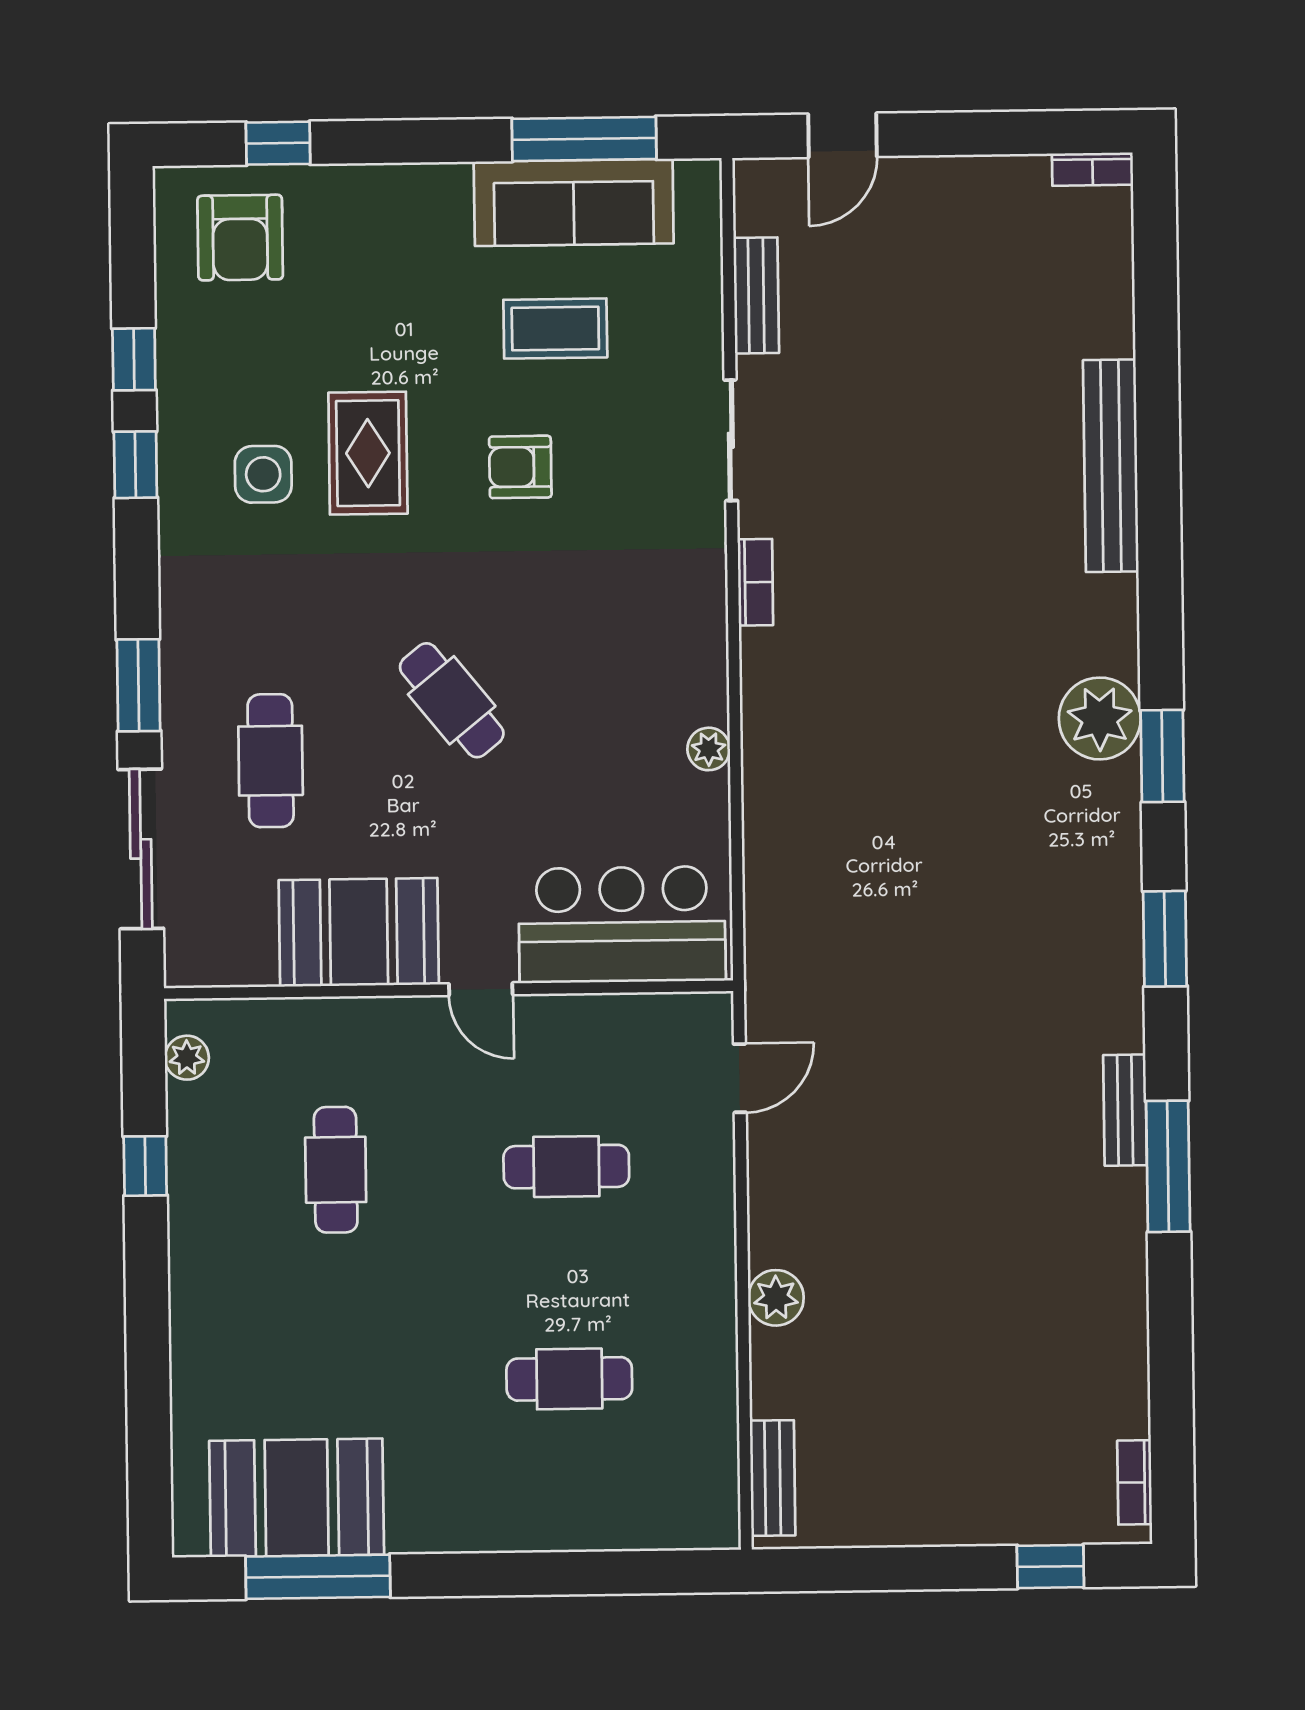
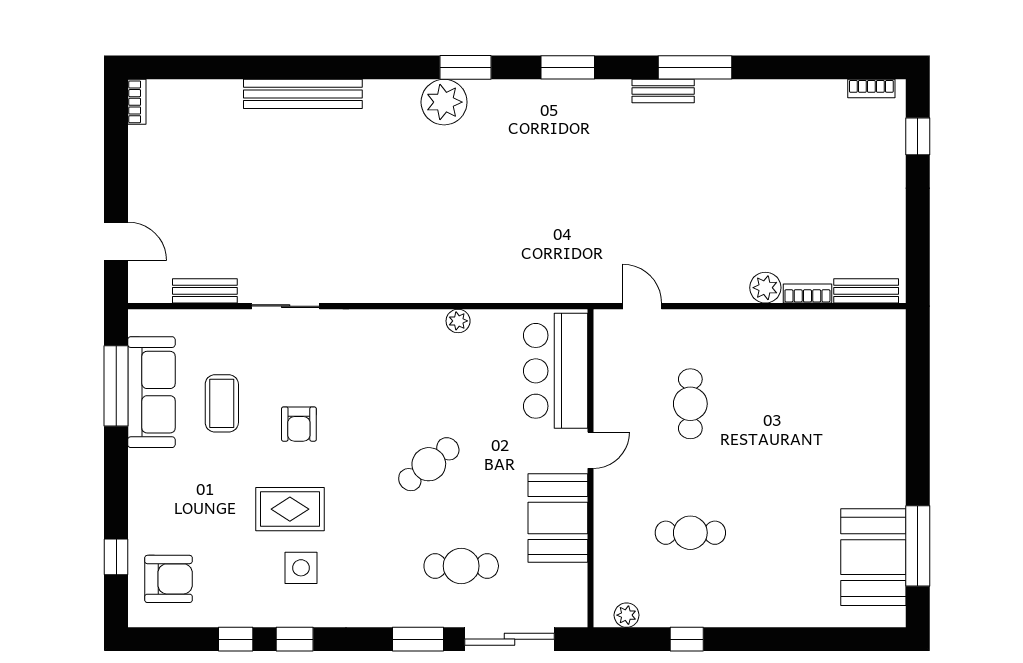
bookcase: (755, 582) -> (807, 294), moved
cafe table: (569, 1379) -> (809, 404), removed

